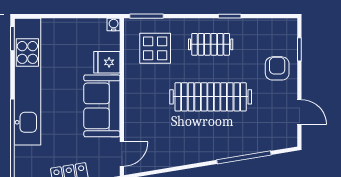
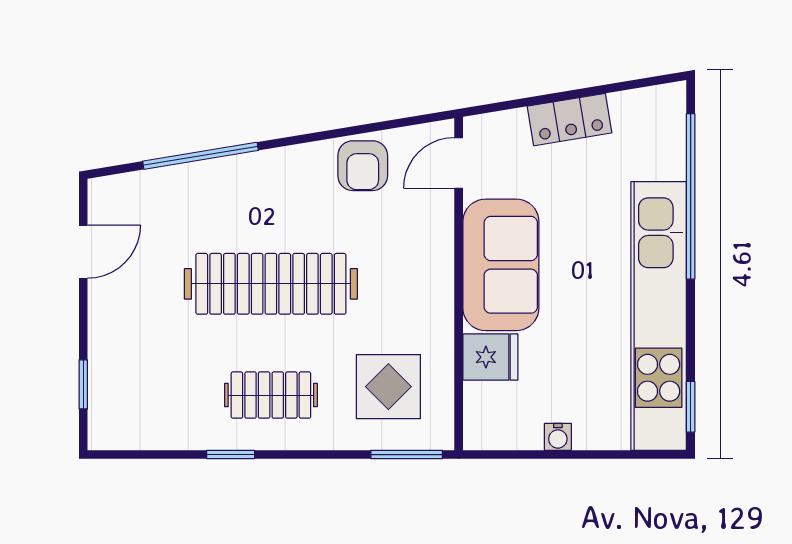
water cooler: (114, 25) -> (558, 437), moved
armchair: (277, 68) -> (363, 166), moved
door: (299, 112) -> (83, 252), swing flipped

